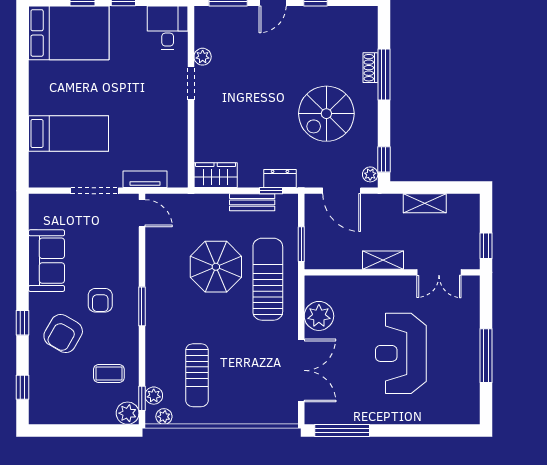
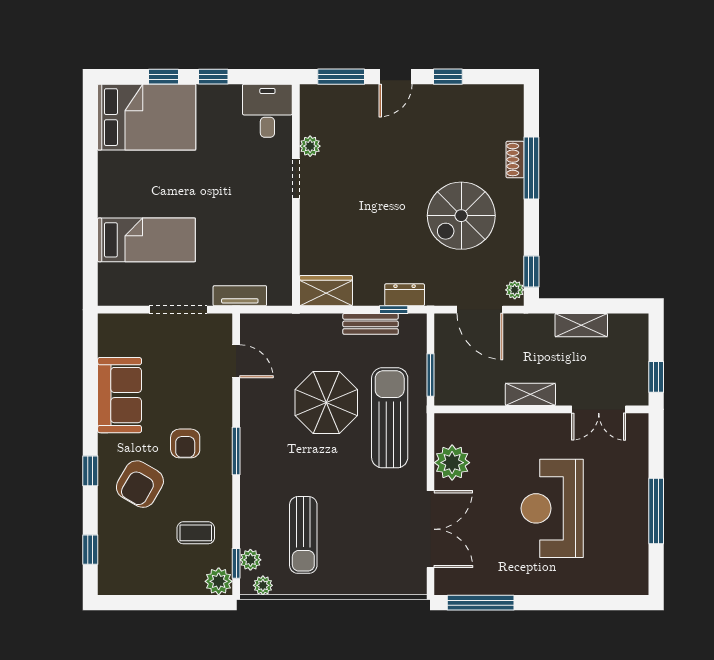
door: (142, 213) -> (236, 361), moved

